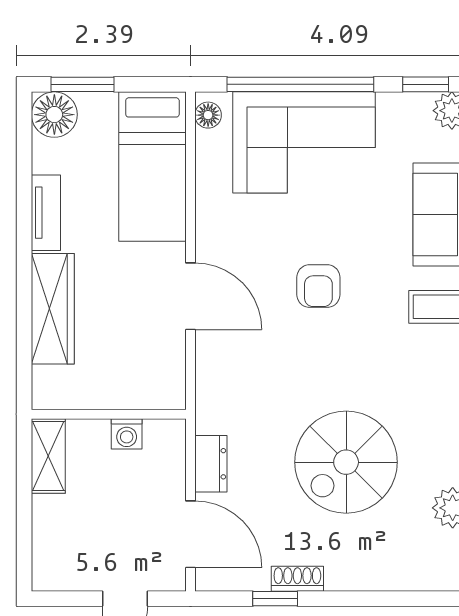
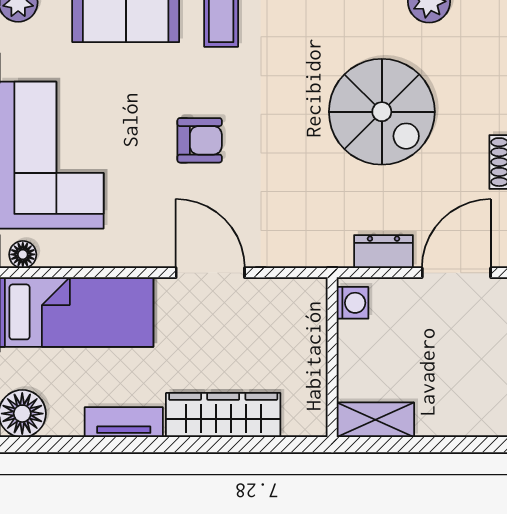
door: (190, 296) -> (210, 273), hinge flipped
washing machine: (127, 434) -> (353, 303), moved

